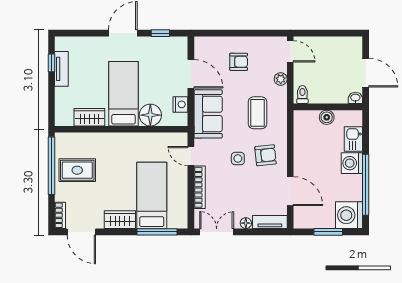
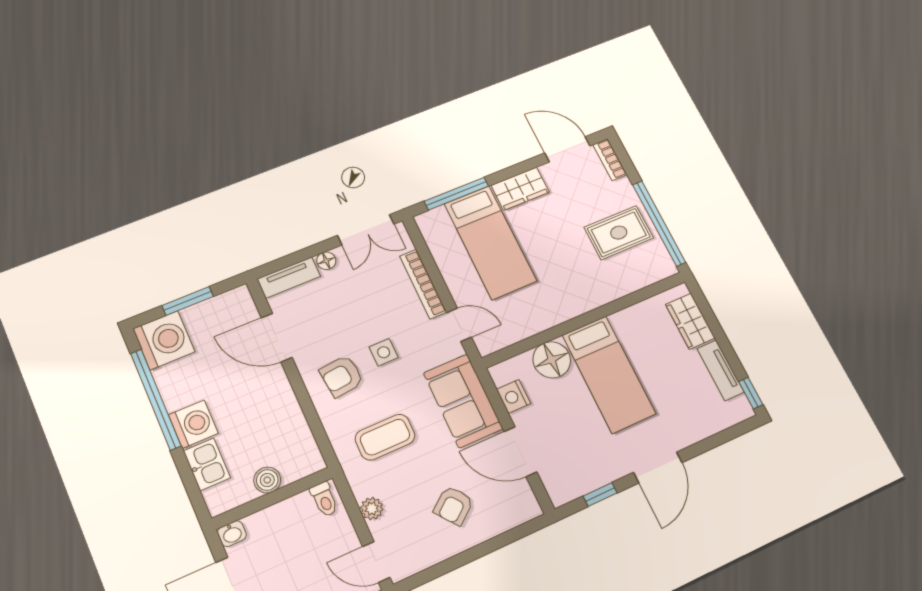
armchair: (239, 62) -> (453, 506), turned -38
window: (52, 63) -> (751, 393), moved
coffee table: (257, 113) -> (385, 437), turned 90
wardrobe: (89, 117) -> (690, 321), moved, turned 90

